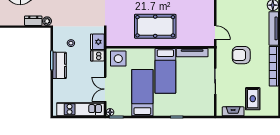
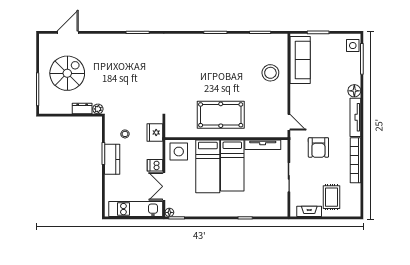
armchair: (241, 55) -> (318, 147), turned -90
dishwasher: (97, 56) -> (155, 165), moved
bed: (142, 93) -> (208, 166), moved, turned 180

